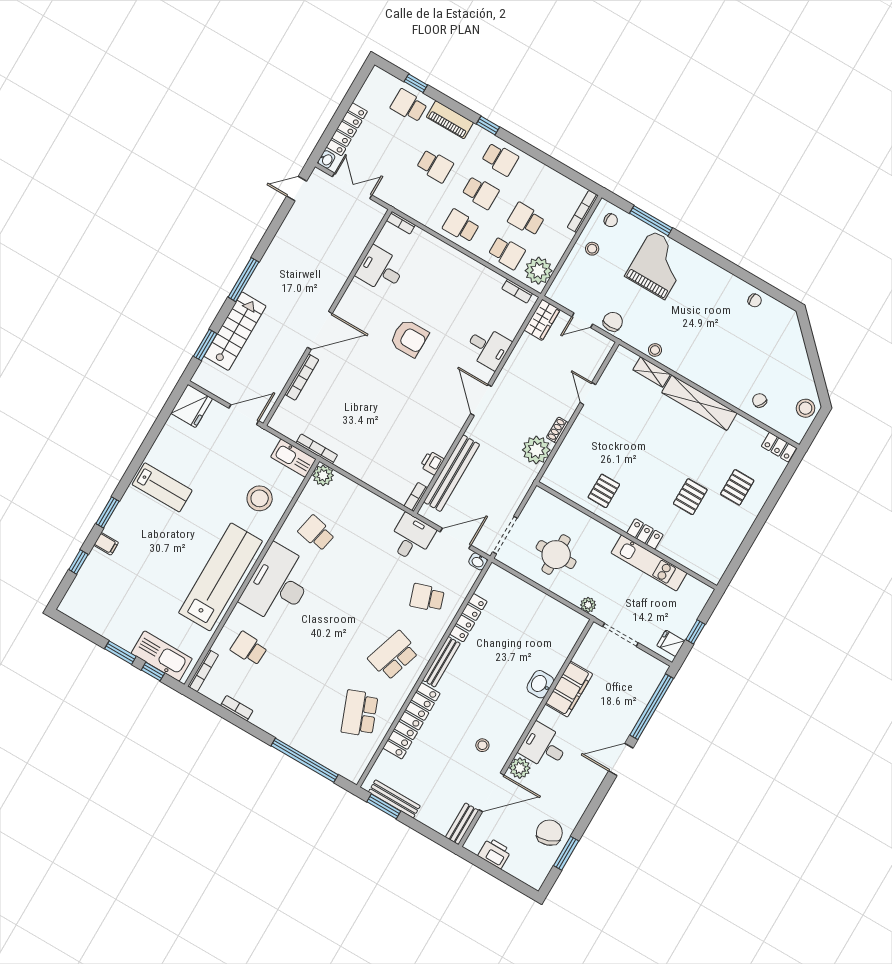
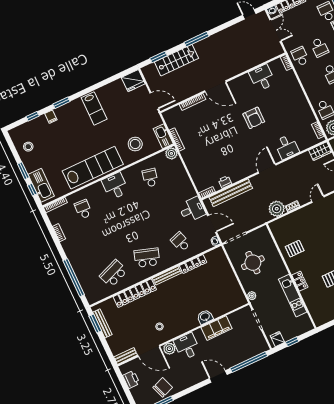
school desk: (461, 226) -> (300, 56), moved
desk: (278, 584) -> (115, 186), width x0.53, depth x0.77
stool: (103, 612) -> (28, 147), added

